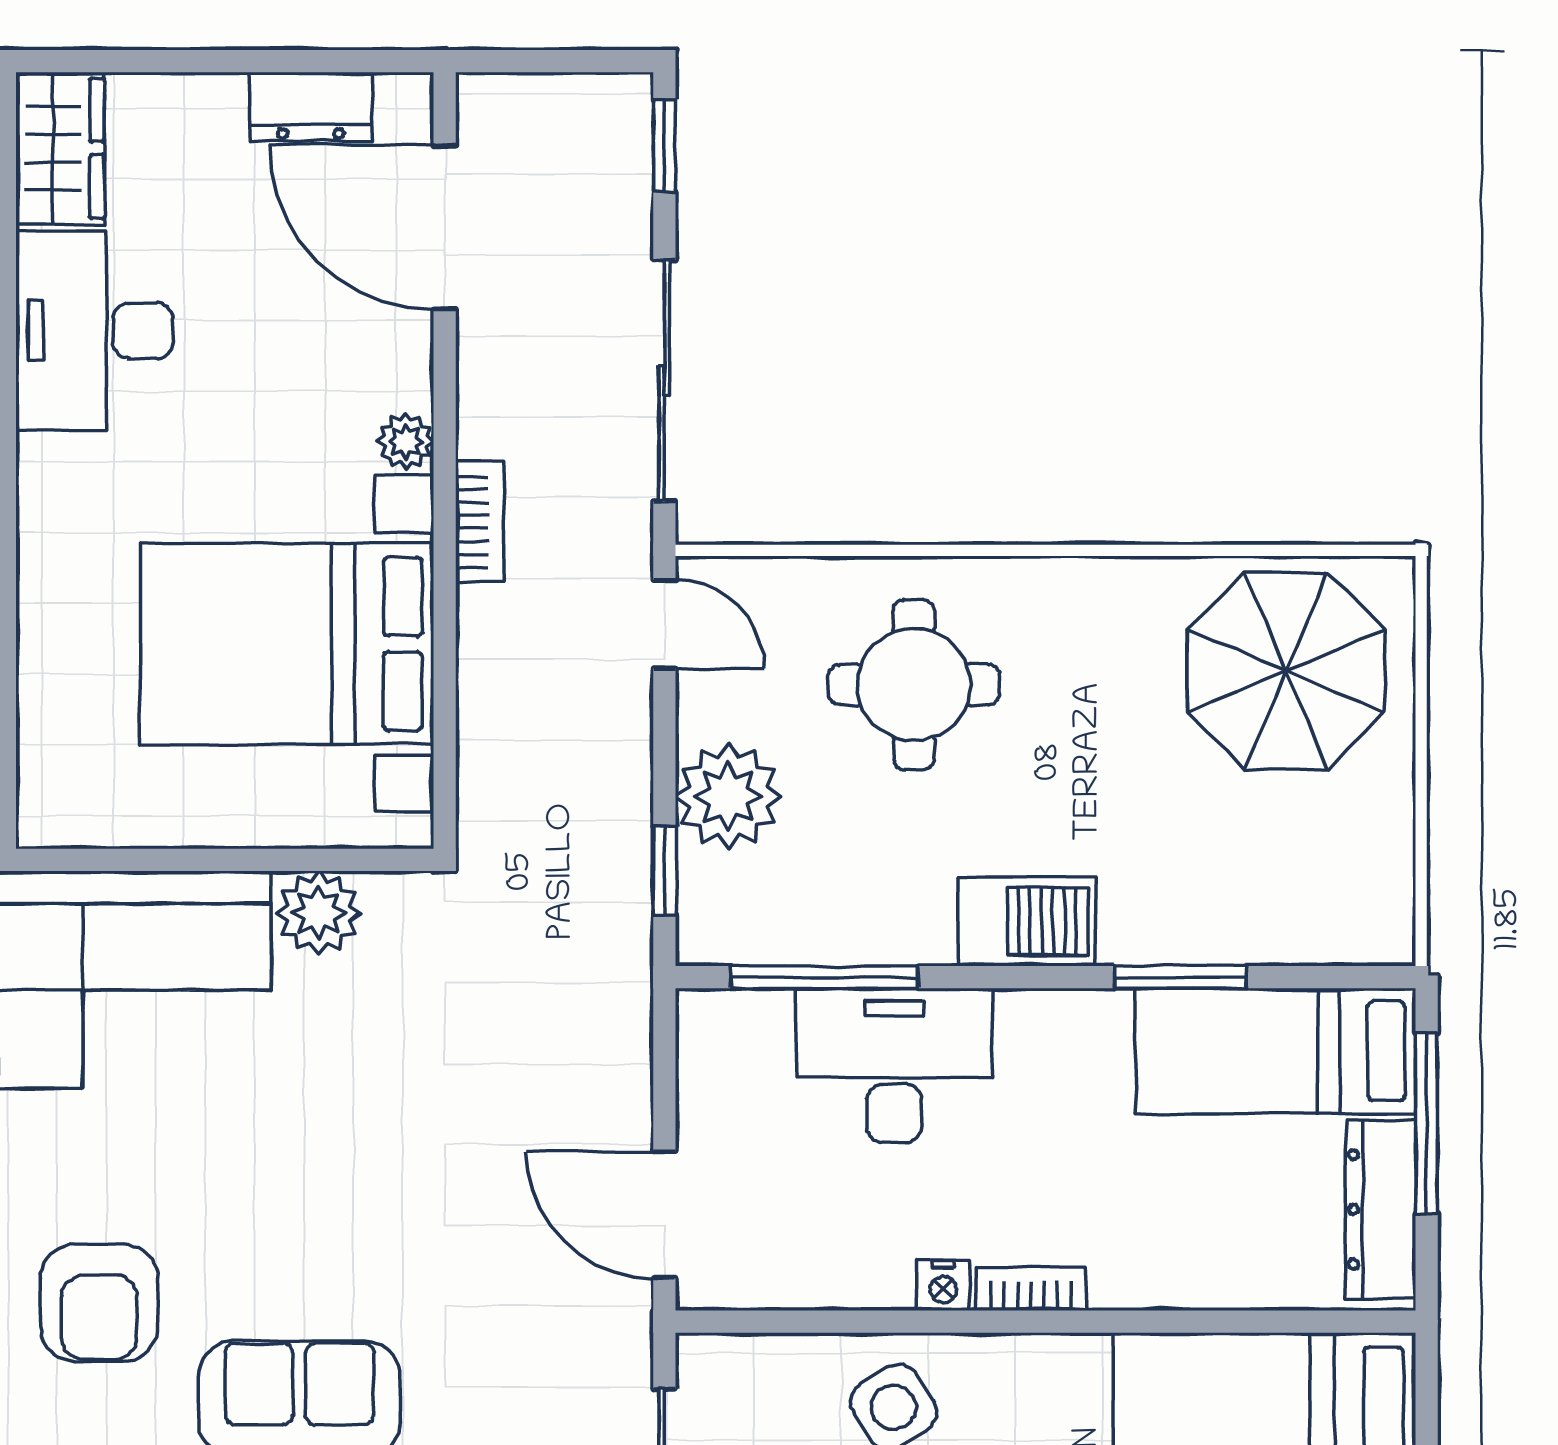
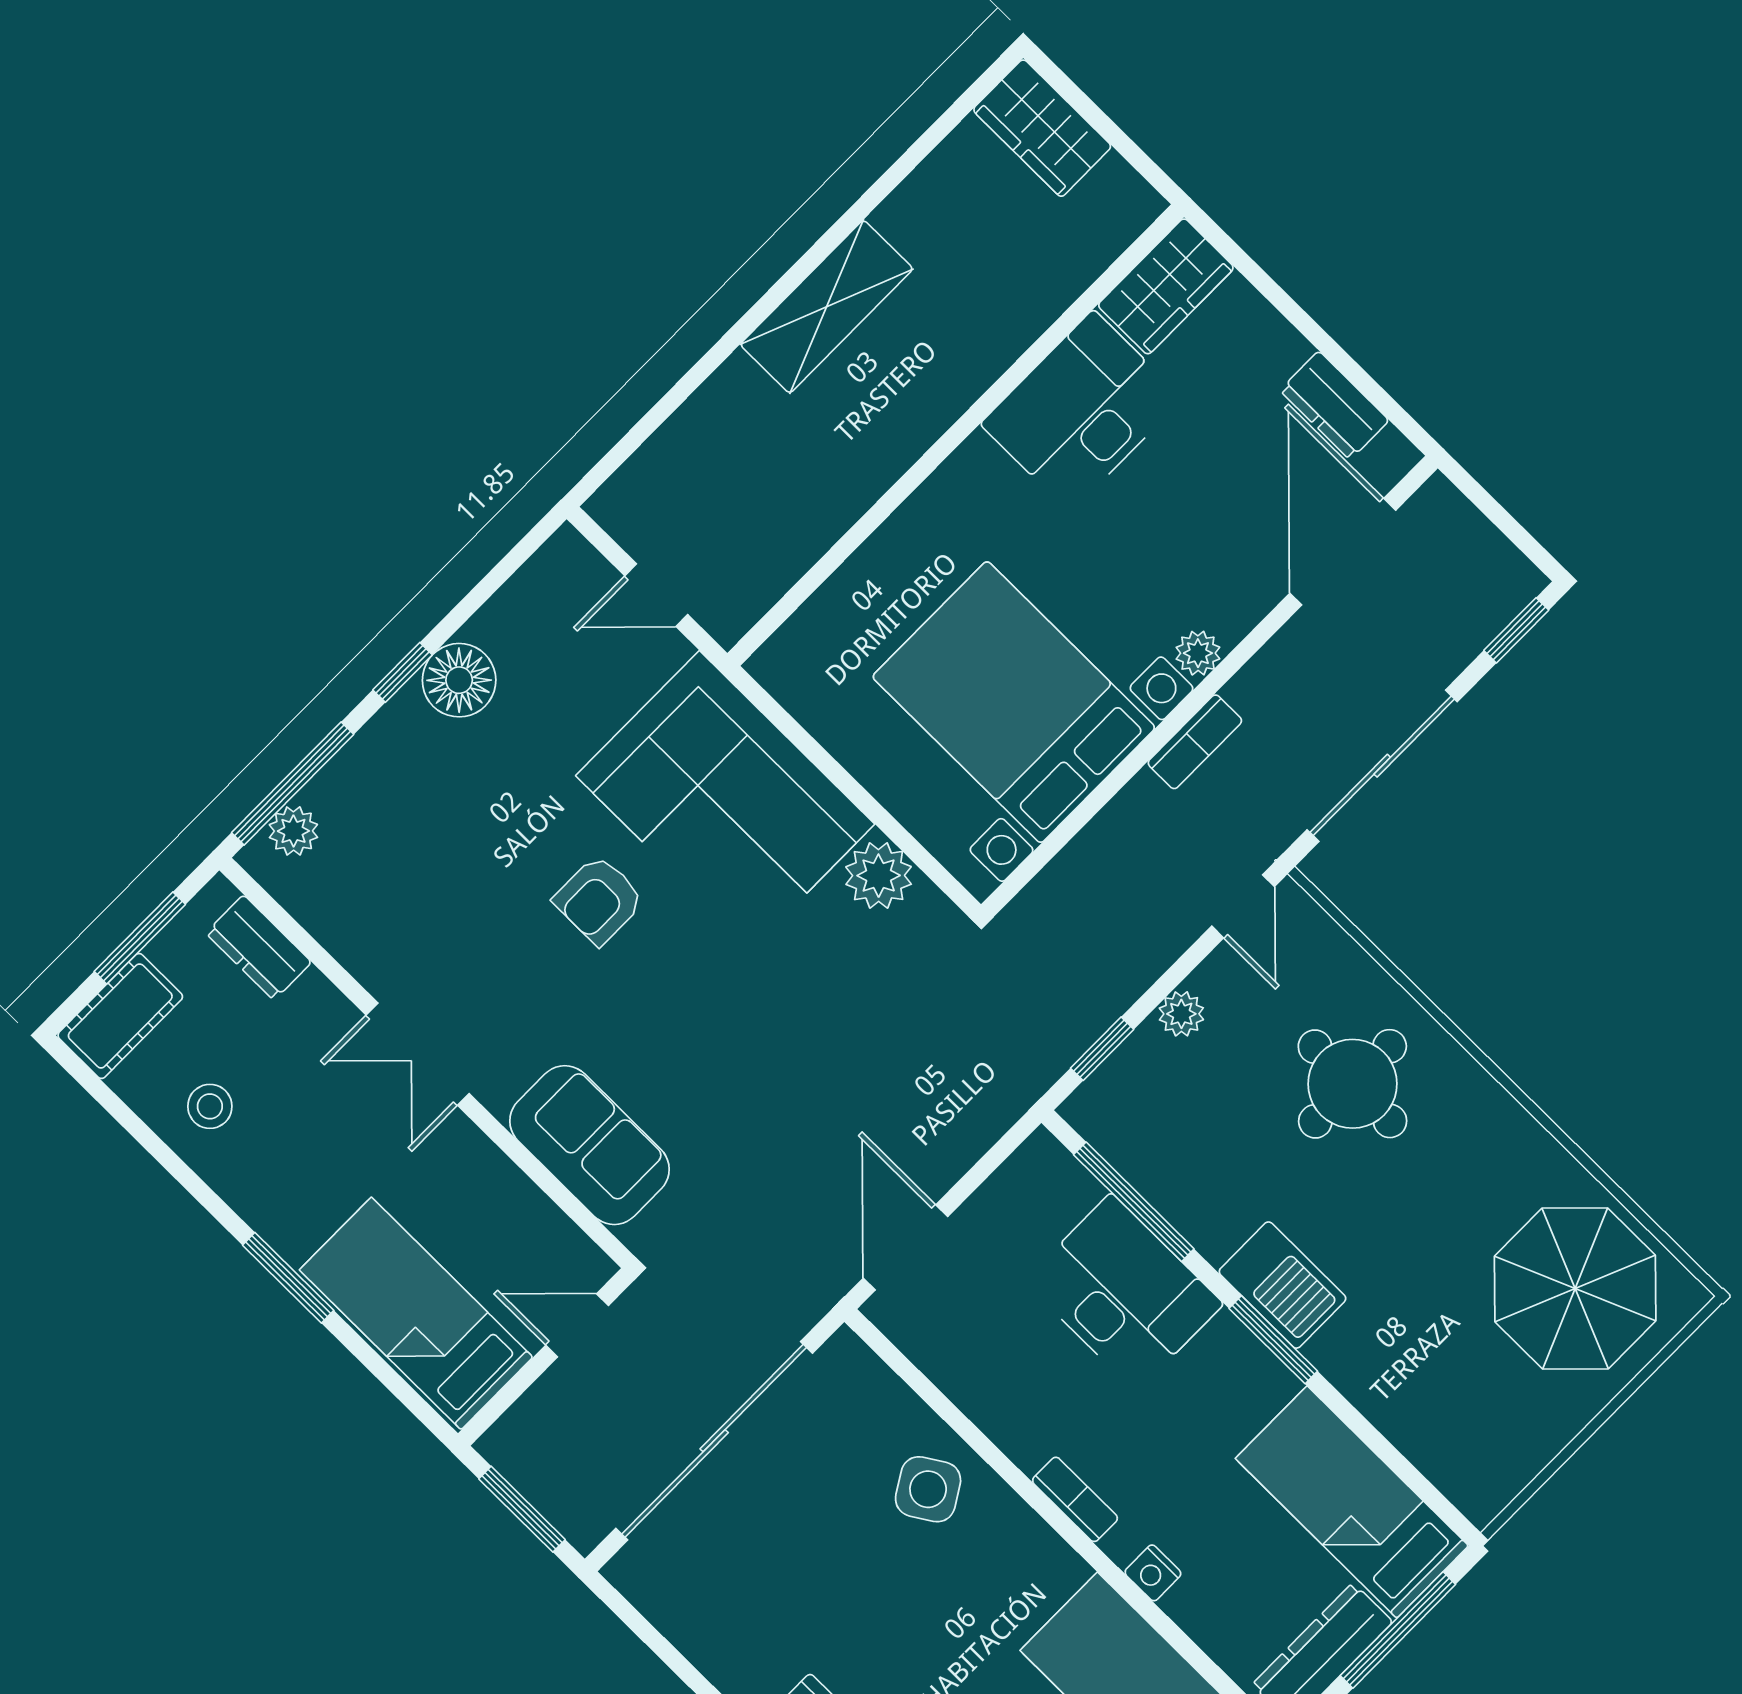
plant: (728, 796) -> (1181, 1014), width x0.53, depth x0.53
window: (1180, 977) -> (1273, 1340), moved
nightstand: (943, 1285) -> (1153, 1573), moved
armchair: (99, 1303) -> (599, 900), moved, width x0.72, depth x0.72

